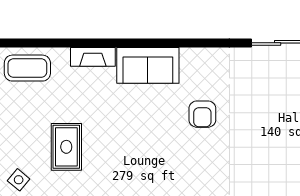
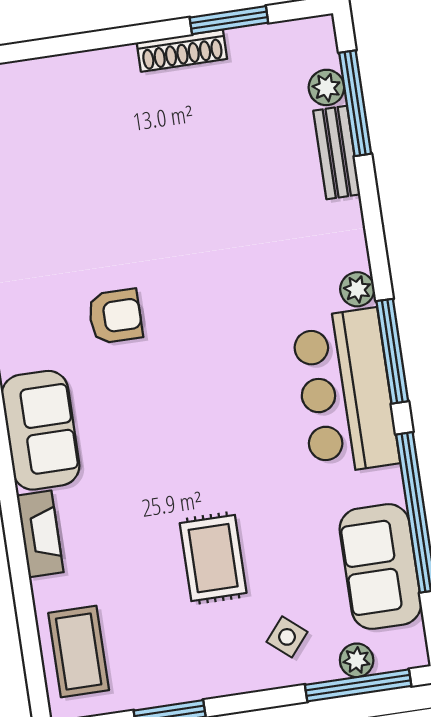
rug: (66, 147) -> (213, 558), turned 90

